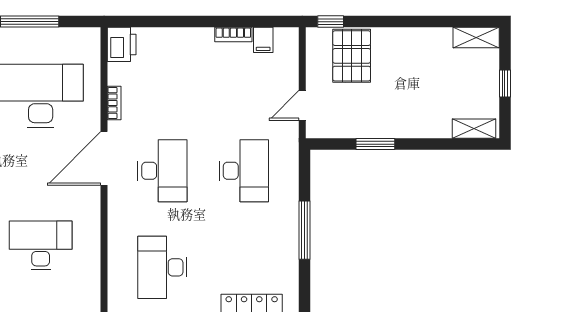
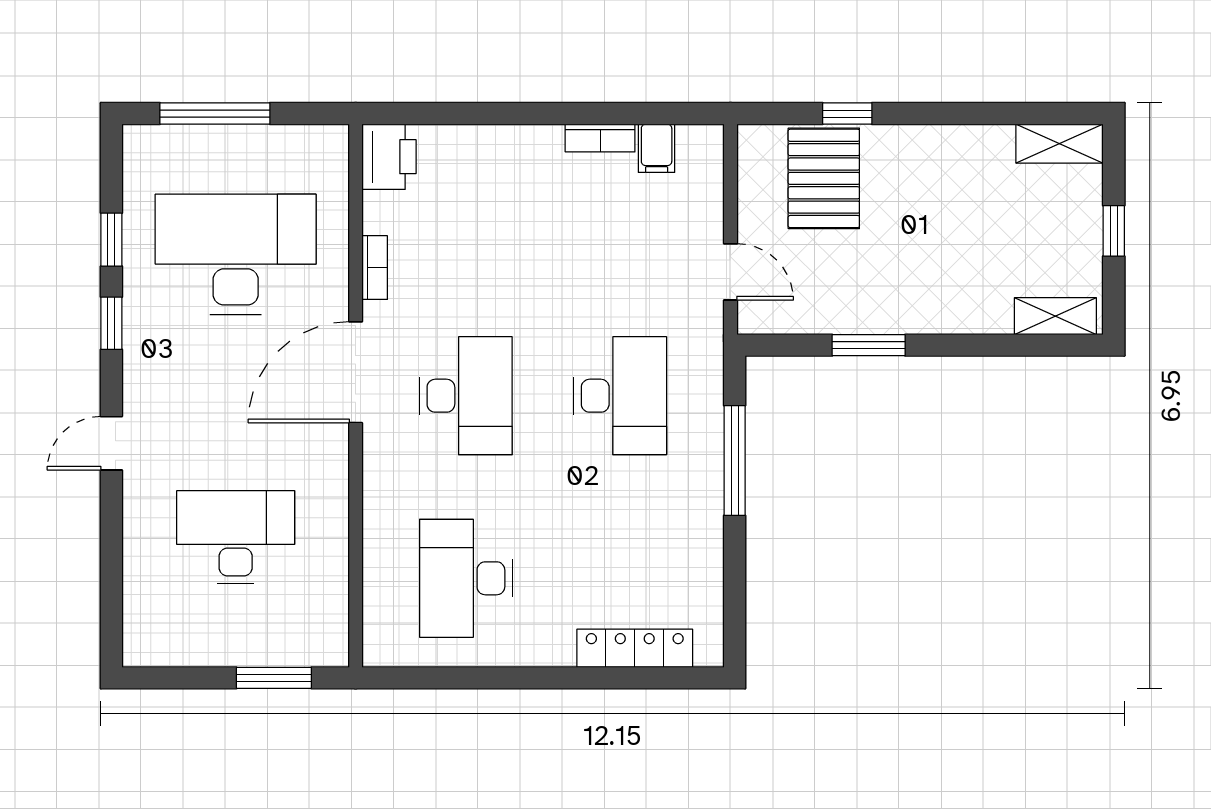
window: (331, 22) -> (847, 114), moved
door: (302, 105) -> (730, 272), swing flipped
window: (305, 230) -> (735, 461), moved

